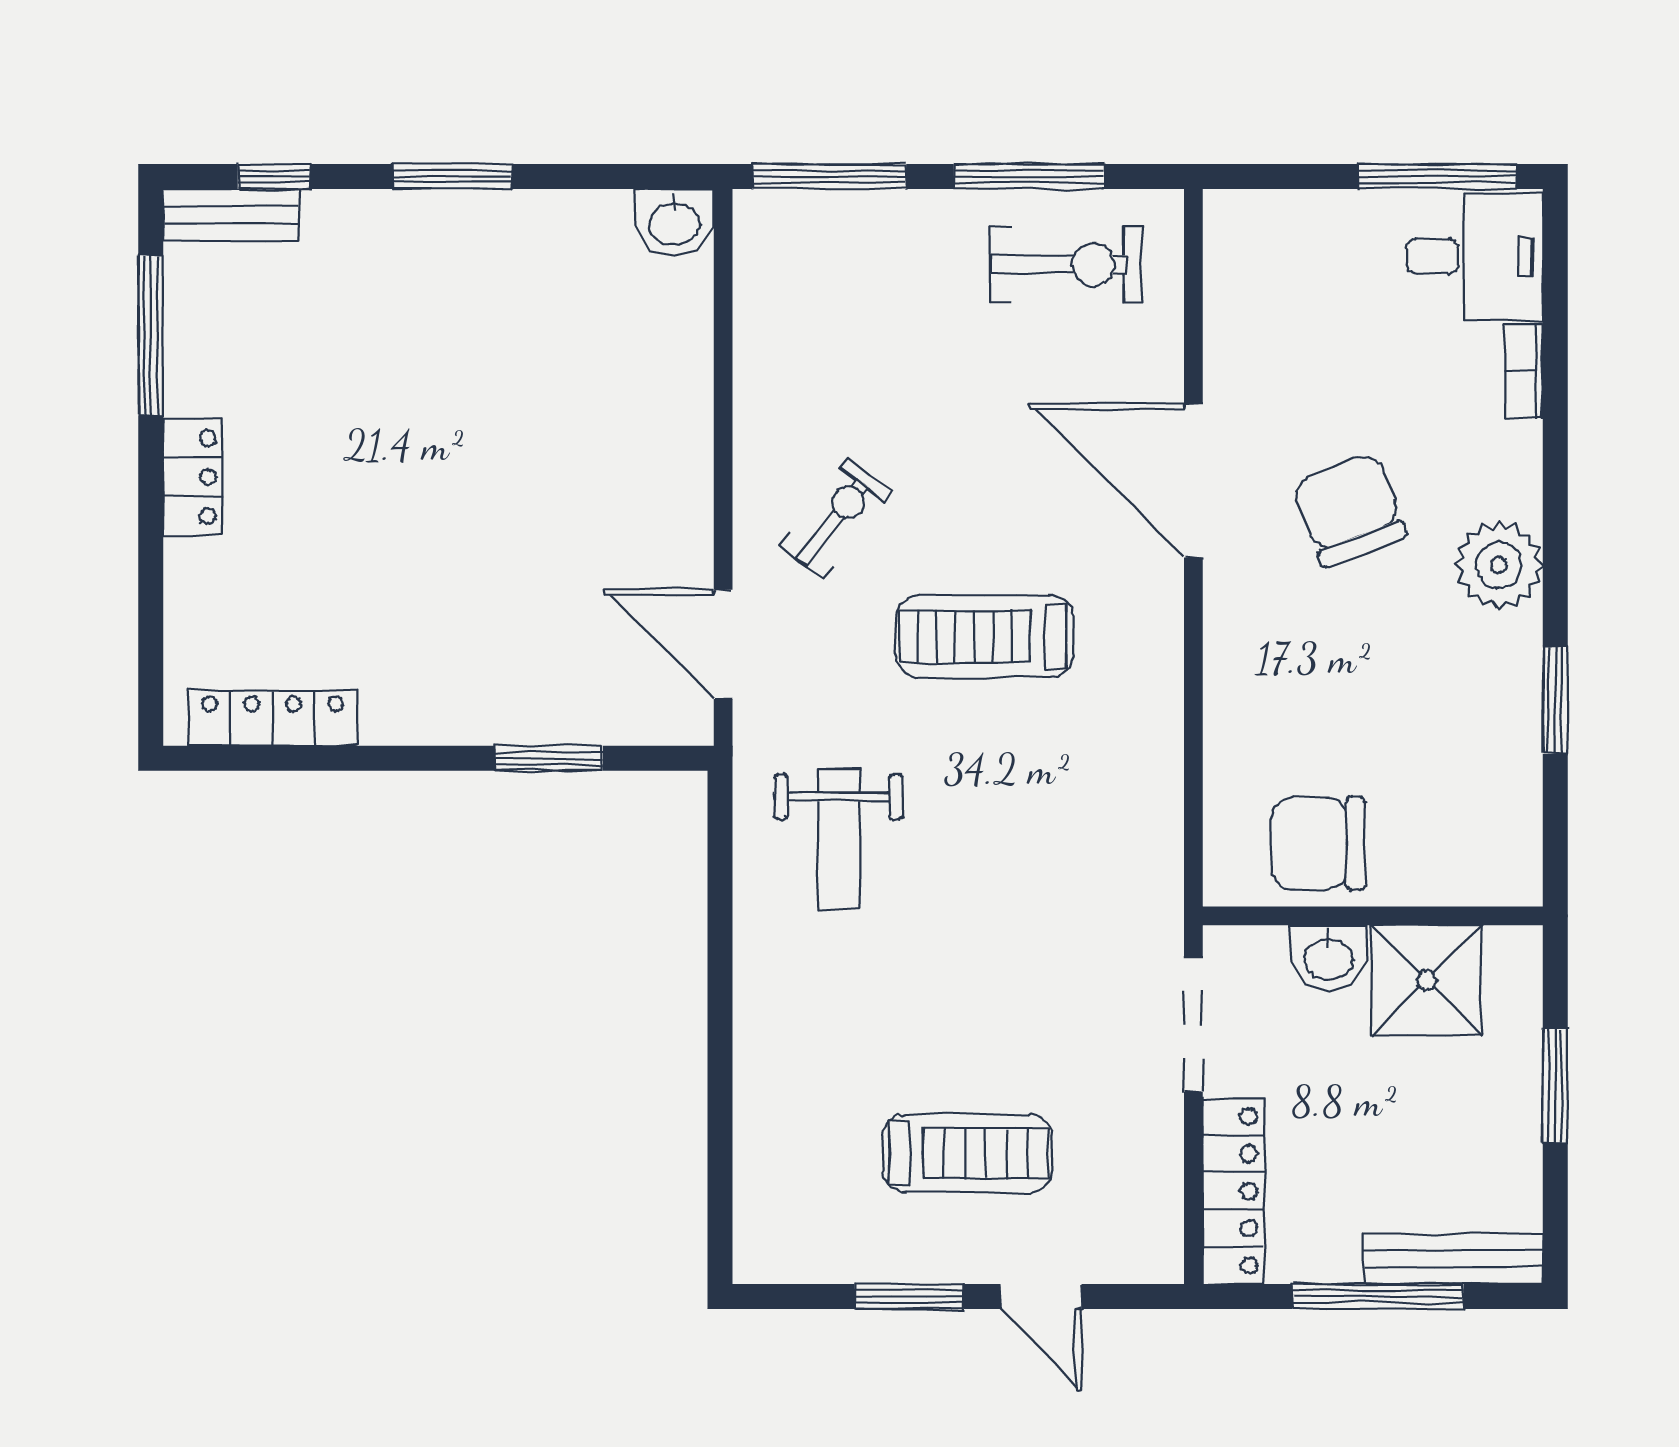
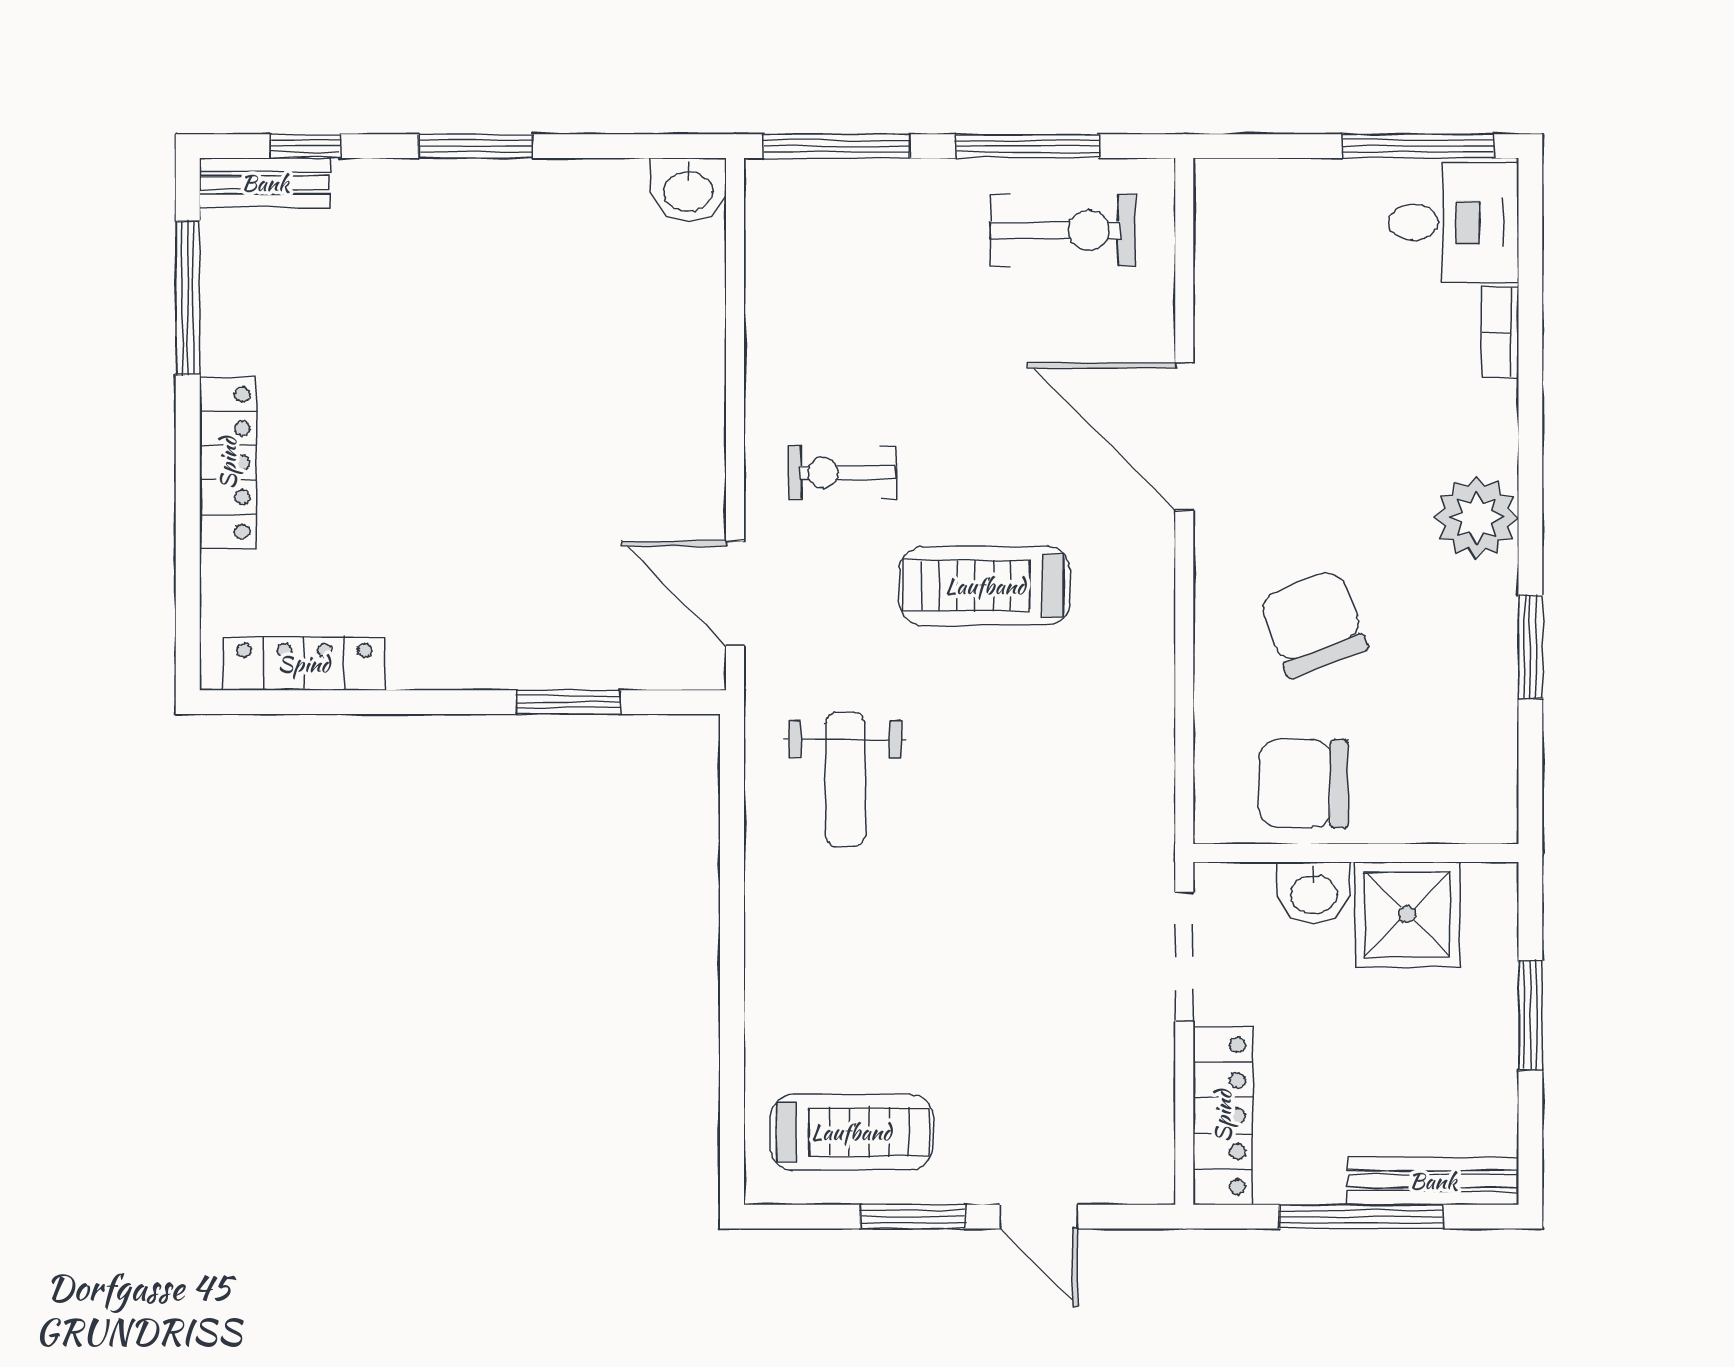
locker: (193, 477) -> (228, 463), width x1.53
chair: (1349, 510) -> (1313, 624), moved
exercise bike: (836, 518) -> (842, 473), turned -128
treadmill: (967, 1153) -> (851, 1132), moved

